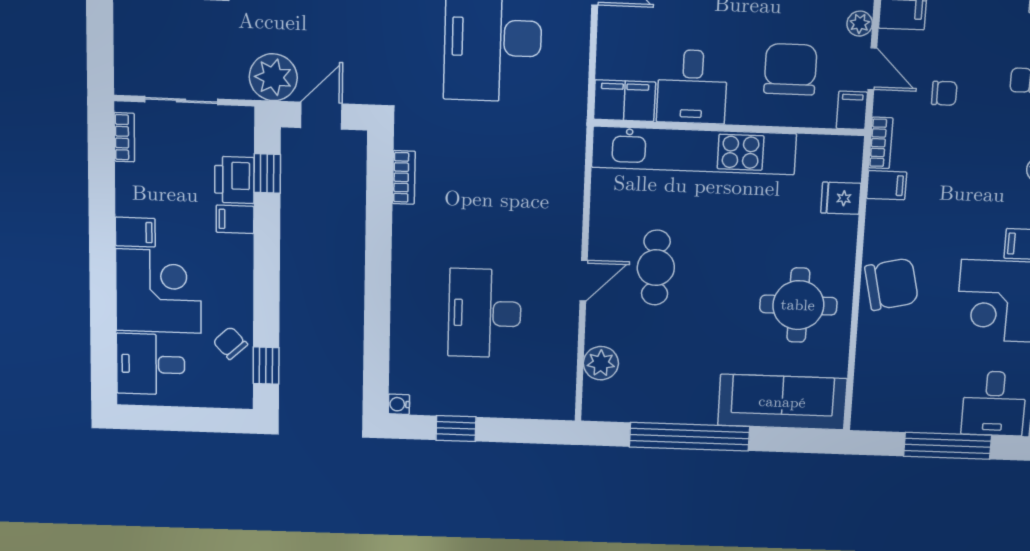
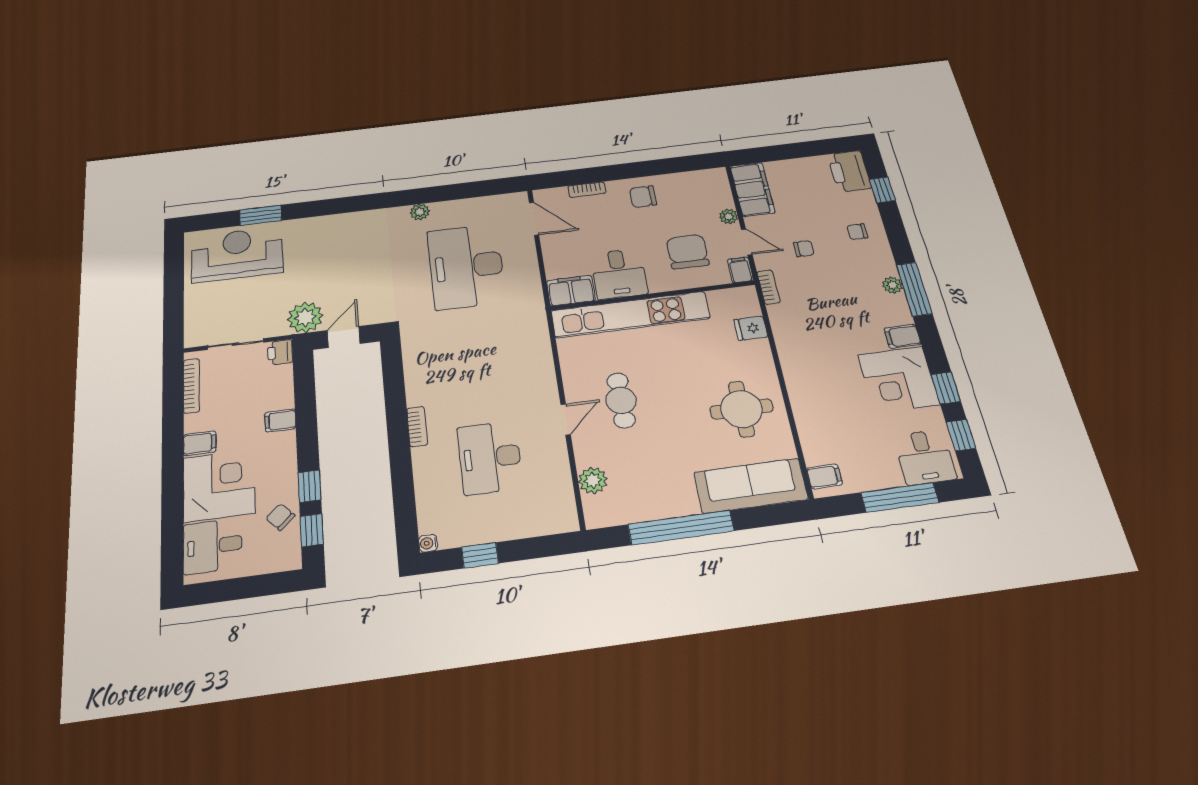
bookcase: (124, 137) -> (191, 386), width x1.56
window: (267, 173) -> (309, 486), moved
bookcase: (404, 177) -> (417, 427), moved
printer: (234, 180) -> (280, 352), moved, width x0.73, depth x0.81
filing cabinet: (886, 185) -> (824, 476), moved
chair: (892, 284) -> (810, 382), removed

